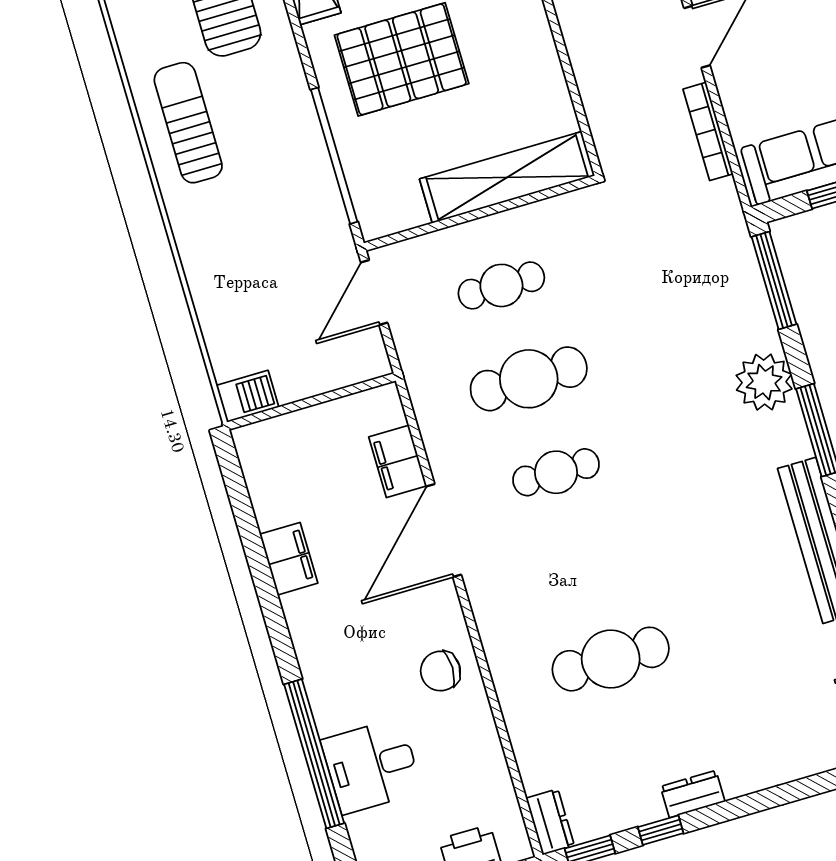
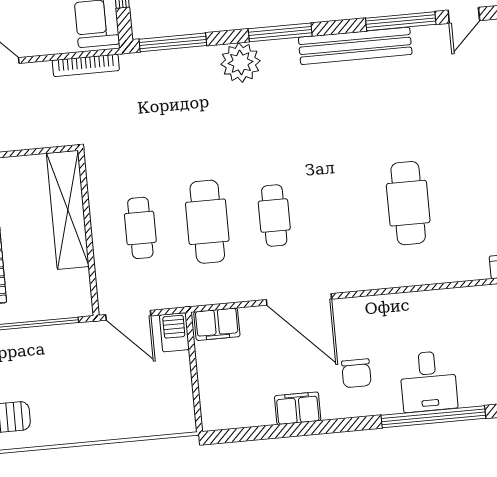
bookcase: (708, 131) -> (86, 65), moved
barbecue: (247, 396) -> (174, 332), moved
filing cabinet: (398, 461) -> (217, 324), moved
chair: (440, 671) -> (356, 373), moved
desk: (372, 766) -> (428, 381), moved

